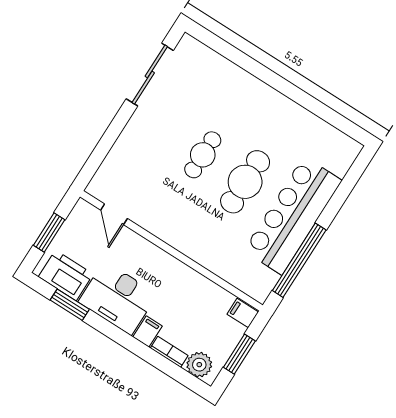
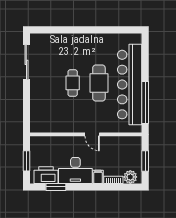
door: (114, 214) -> (92, 134), moved
bar counter: (293, 216) -> (130, 85), width x1.36
filing cabinet: (243, 313) -> (135, 142), removed

